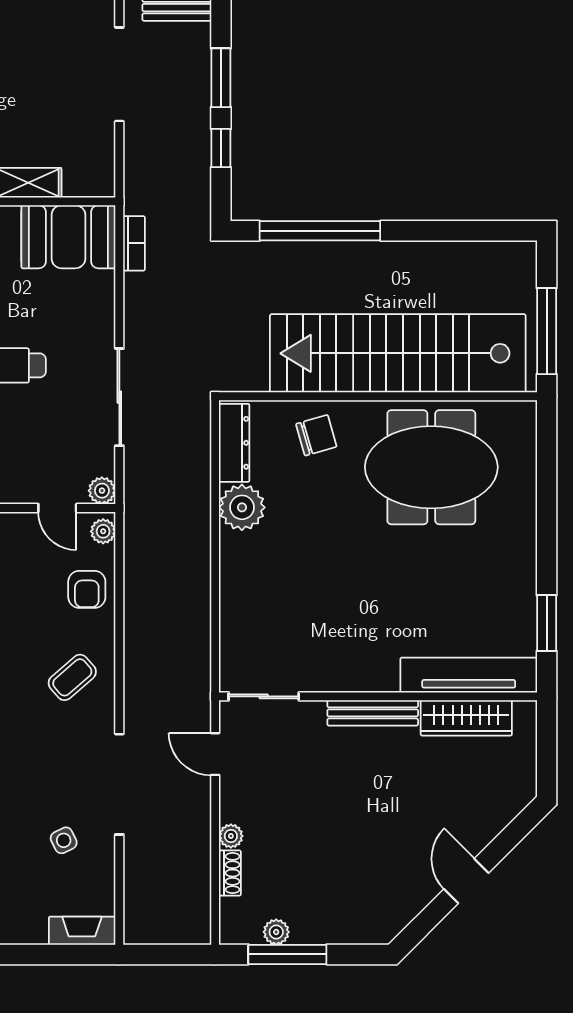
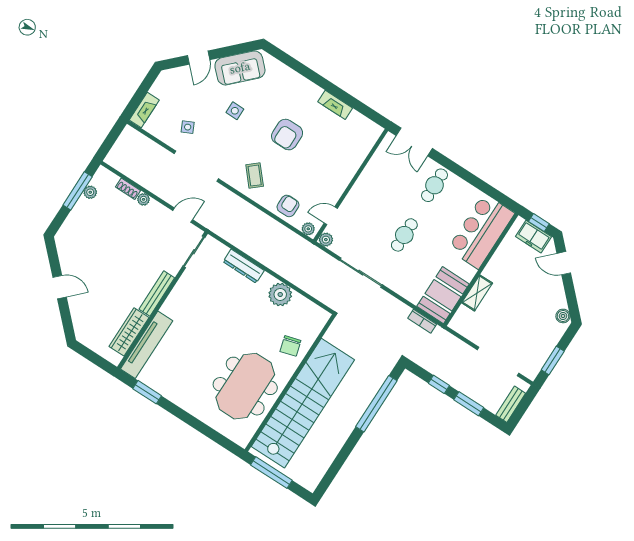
dresser: (234, 443) -> (244, 266), moved
armchair: (87, 589) -> (288, 206), turned 90

